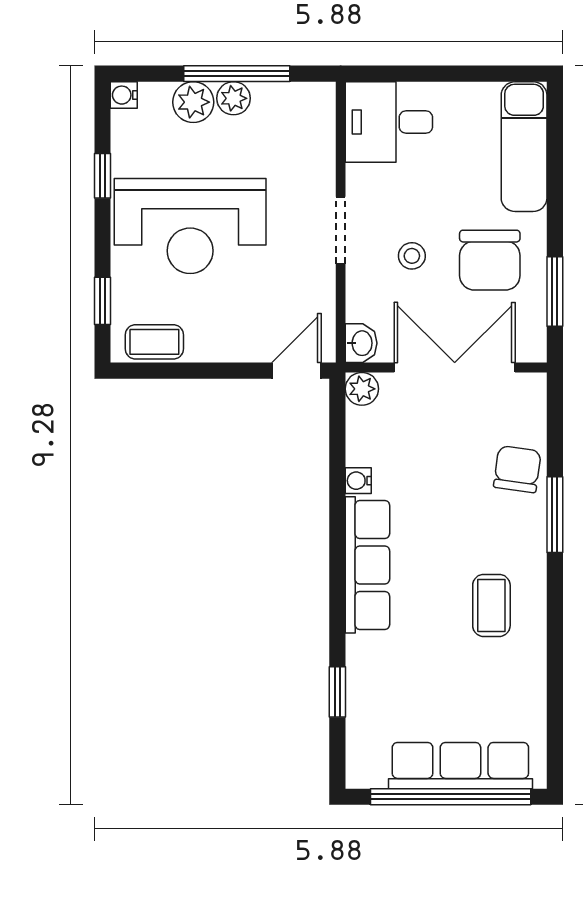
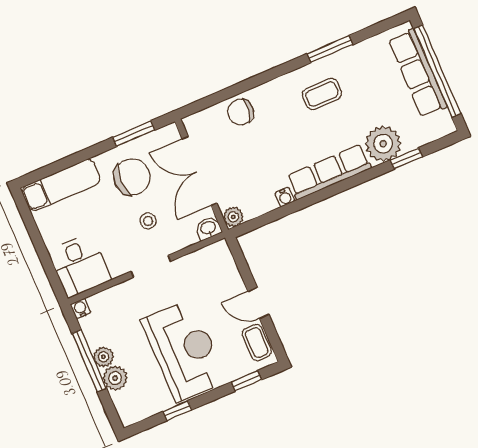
water cooler: (124, 95) -> (81, 308), moved, turned 180
door: (296, 371) -> (258, 303), moved
window: (555, 515) -> (330, 49), moved
plant: (375, 666) -> (383, 144), added

